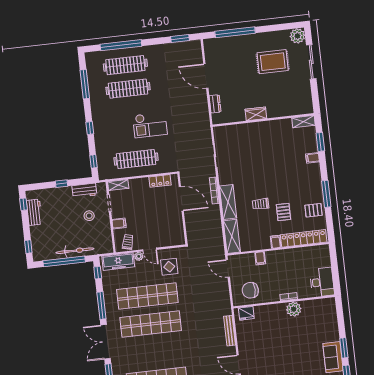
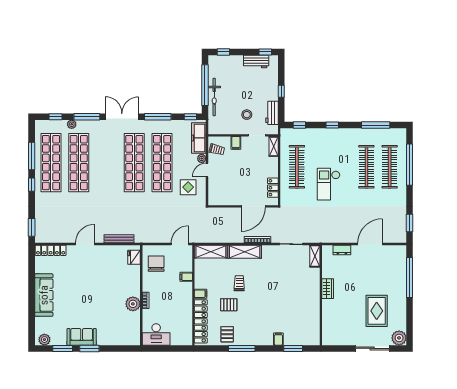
shelving: (303, 122) -> (315, 256), moved

